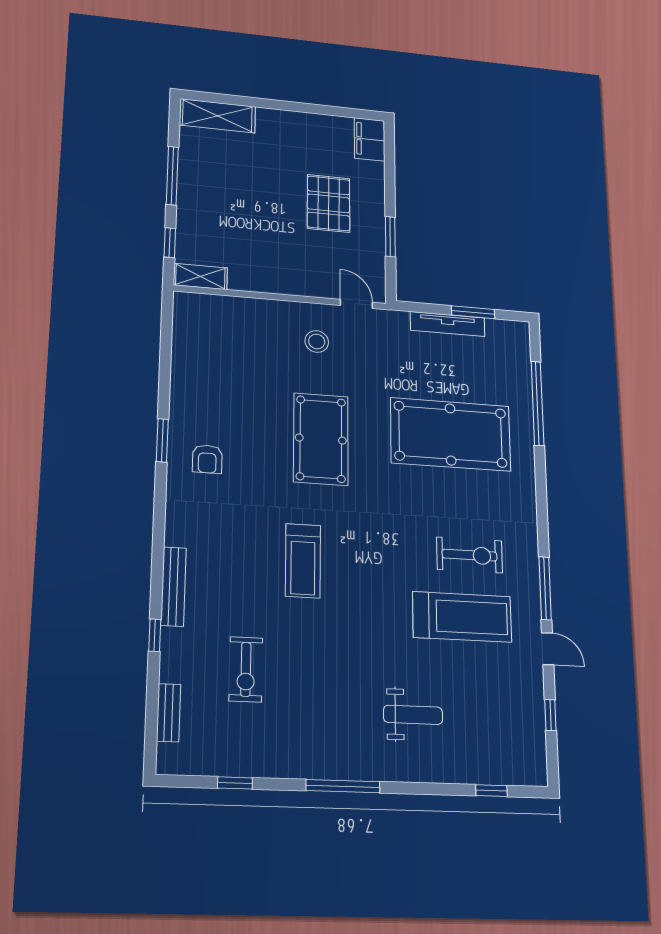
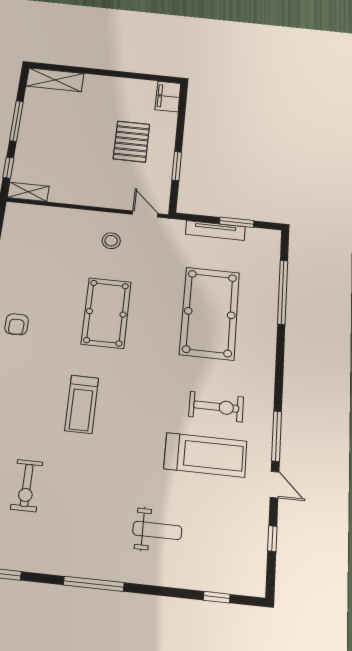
pool table: (451, 434) -> (210, 313), turned 90

